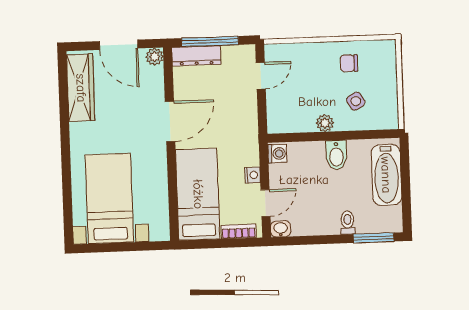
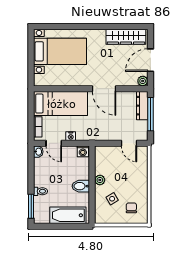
chair: (349, 63) -> (131, 208), moved

